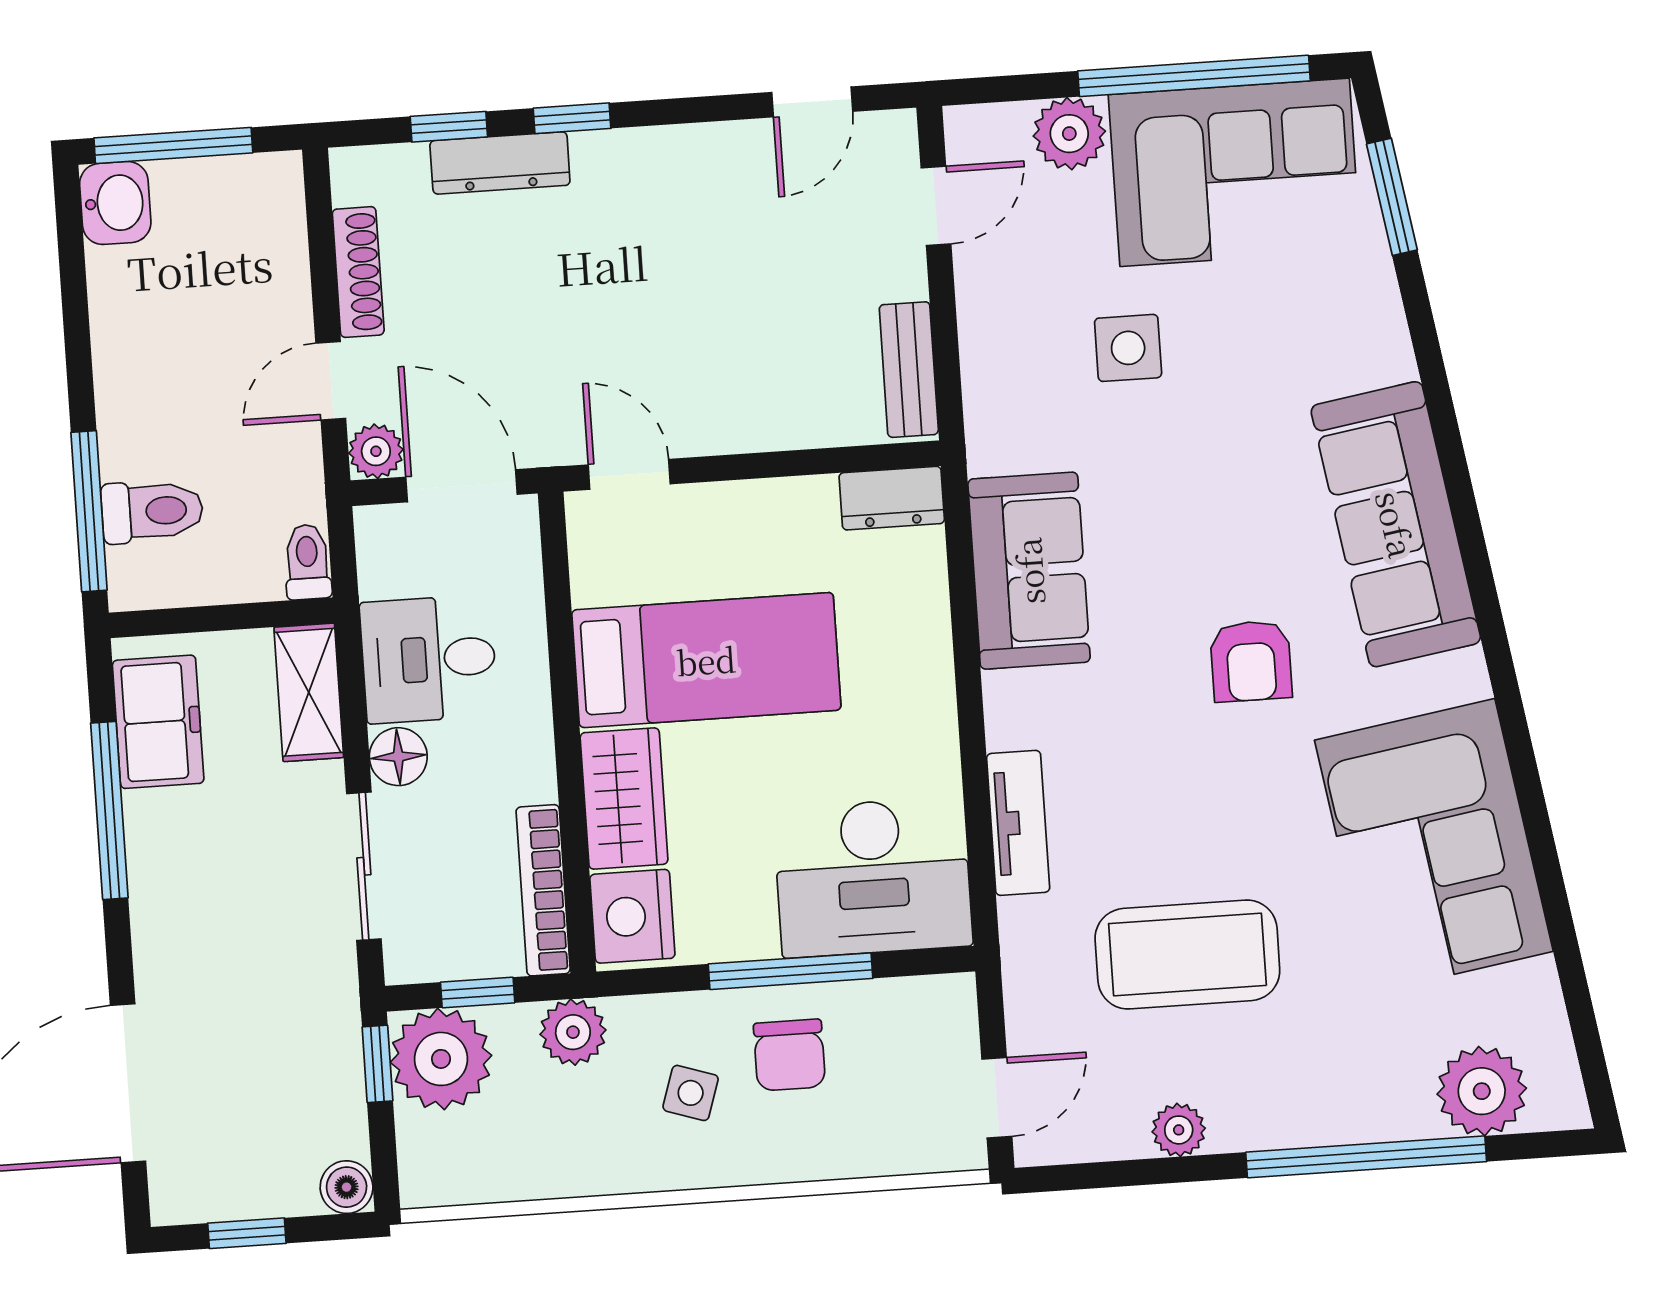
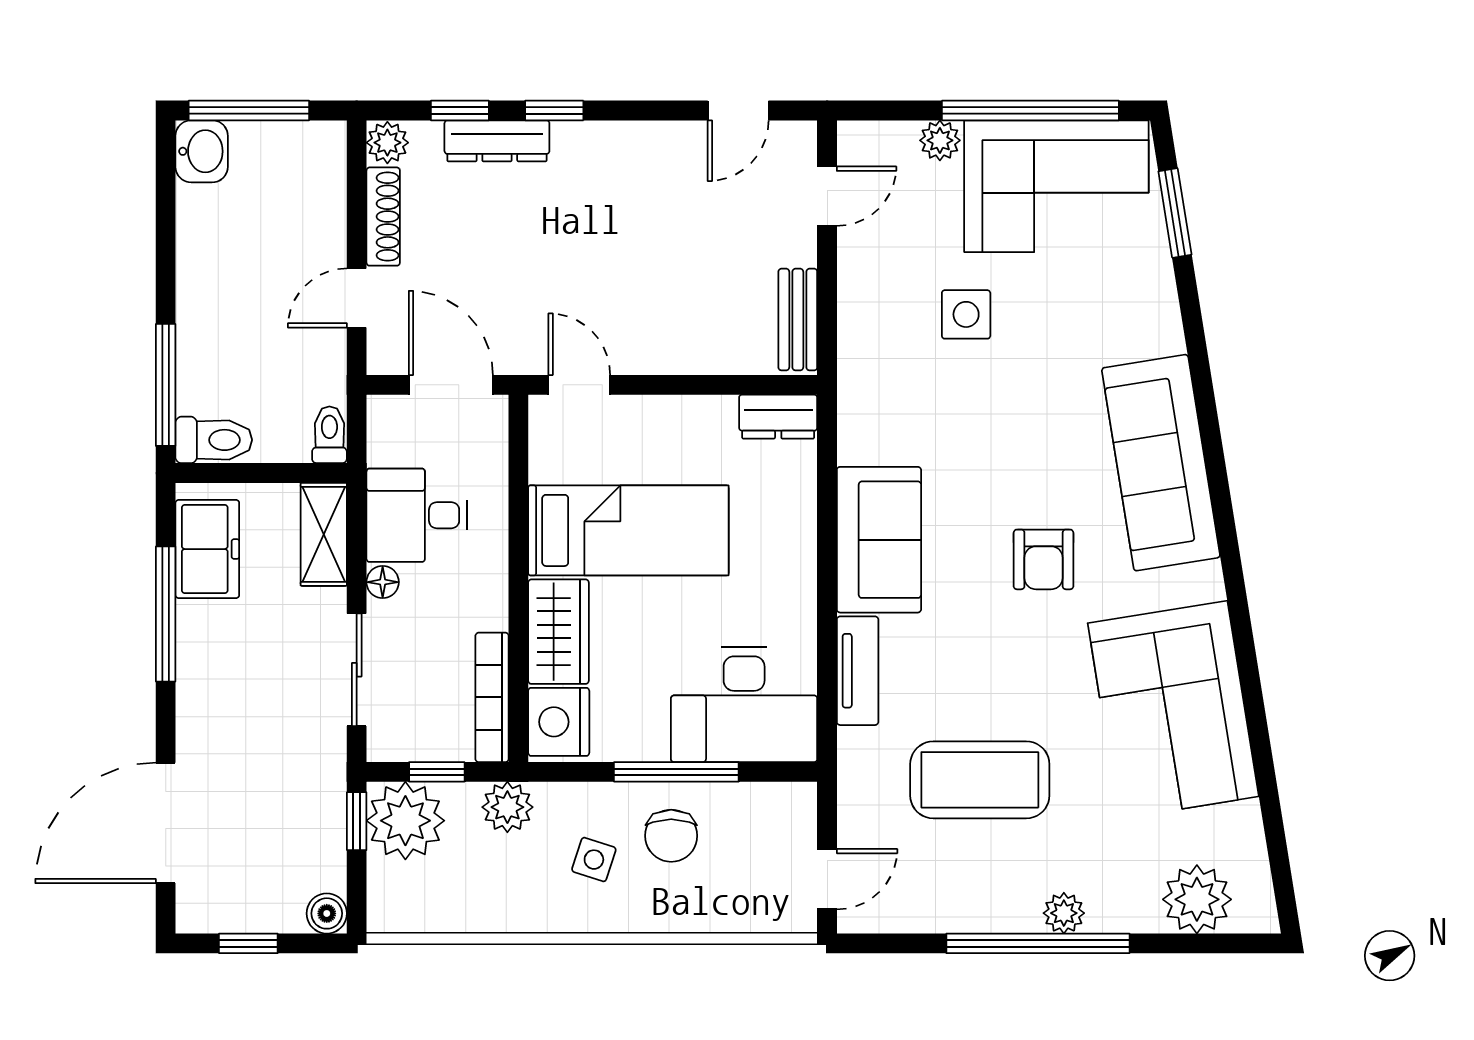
plant: (1069, 134) -> (940, 140), width x0.73, depth x0.73
plant: (376, 451) -> (387, 143), moved
toilet: (152, 511) -> (214, 440), moved
sofa: (1029, 571) -> (879, 540), moved
floor lamp: (398, 757) -> (383, 582), width x0.73, depth x0.73
plant: (1179, 1130) -> (1064, 913), moved
window: (1366, 1157) -> (1038, 943), moved

